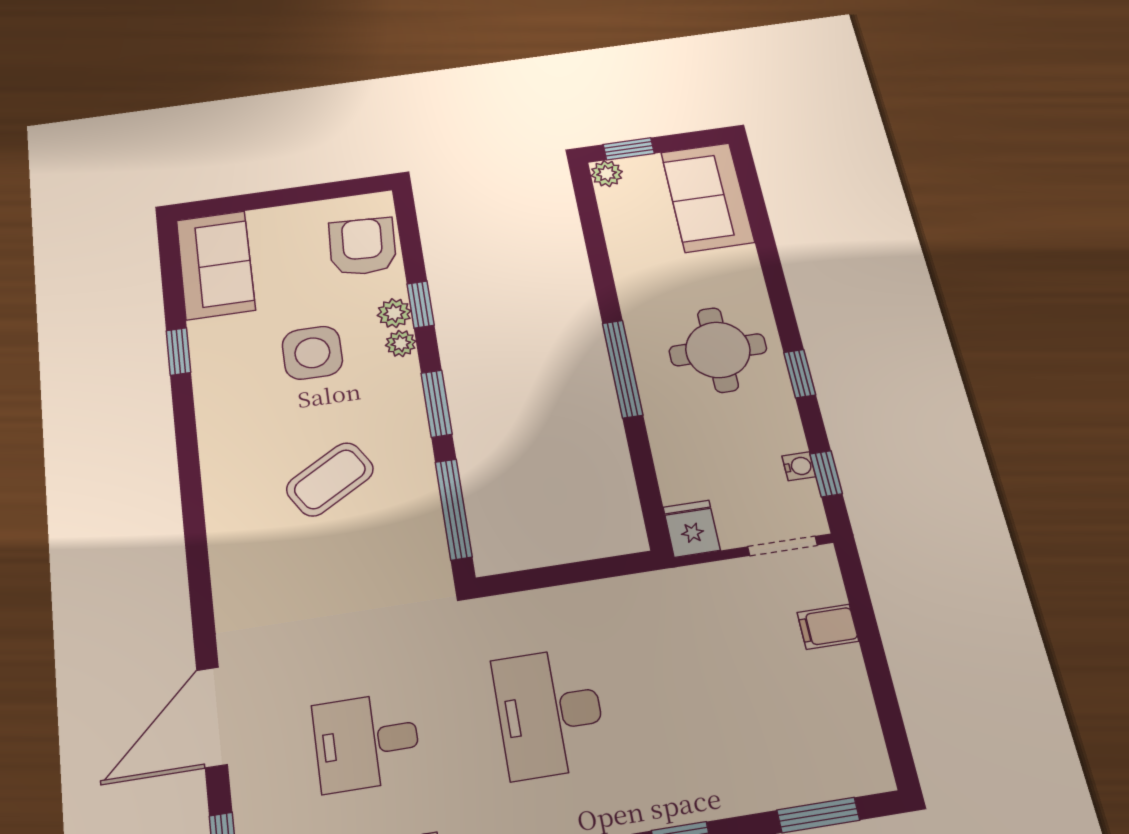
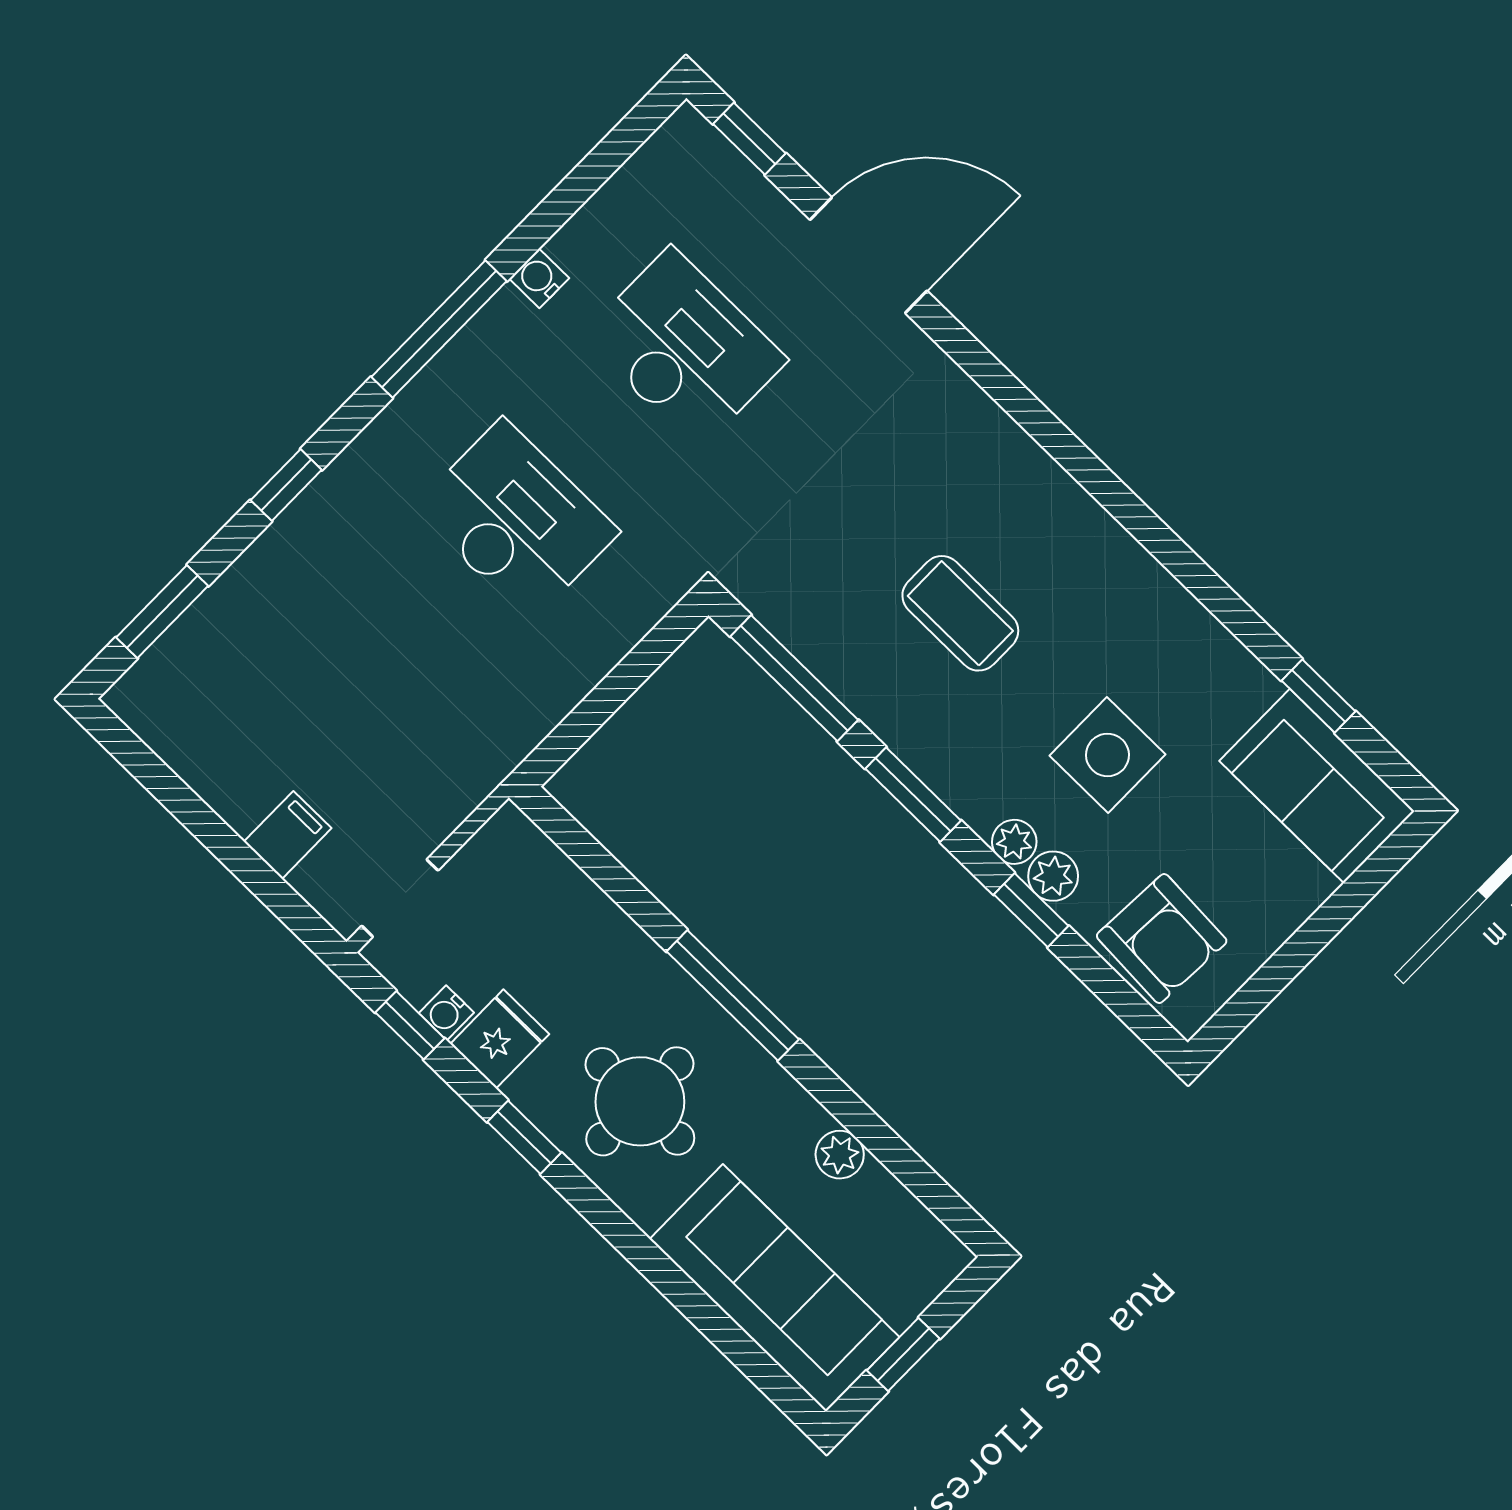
window: (629, 149) -> (903, 1355), moved
plant: (607, 174) -> (840, 1155), moved
sofa: (707, 197) -> (775, 1288), width x1.36
window: (179, 352) -> (1319, 696), moved
coffee table: (330, 479) -> (960, 613), turned -59
fridge: (692, 529) -> (500, 1039), moved, turned -90
door: (212, 717) -> (868, 255), hinge flipped
desk: (367, 742) -> (685, 348), width x1.37

